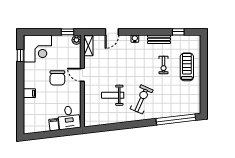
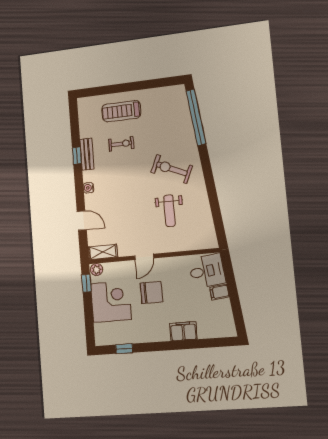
window: (178, 32) -> (77, 156), moved
corner desk: (38, 49) -> (111, 302), moved
filing cabinet: (29, 93) -> (183, 331), width x2.00

